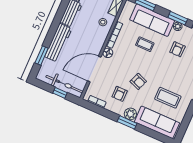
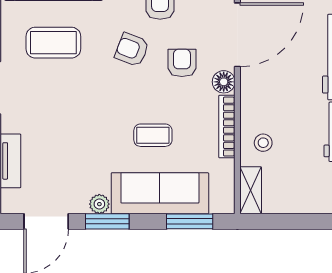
armchair: (177, 49) -> (182, 63), moved

